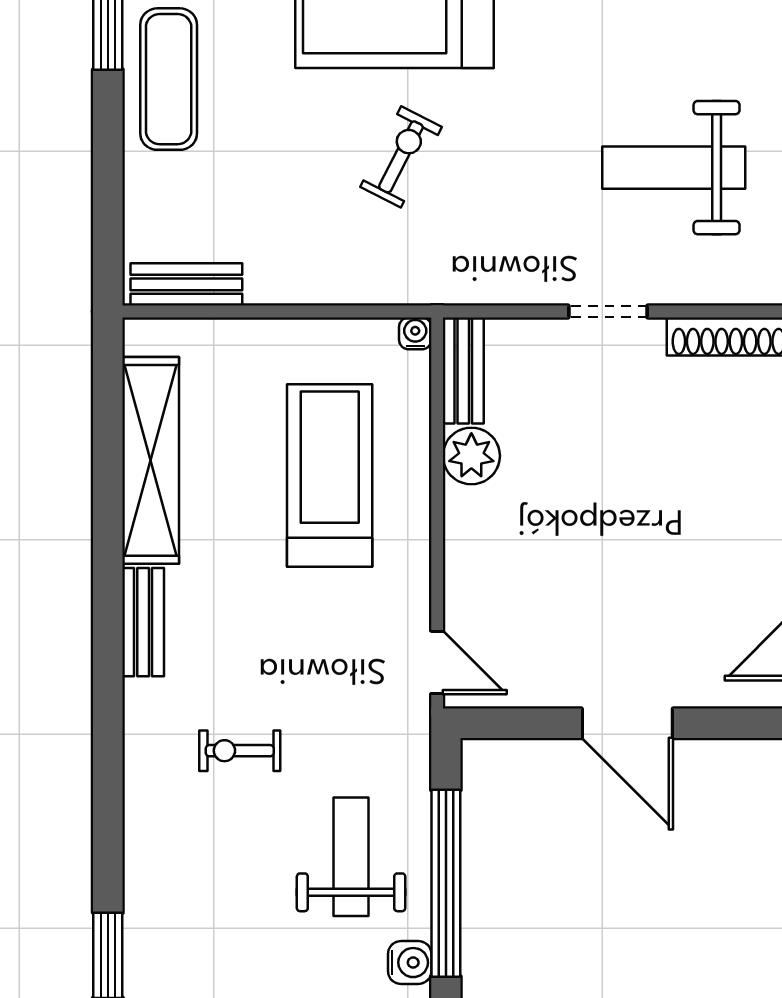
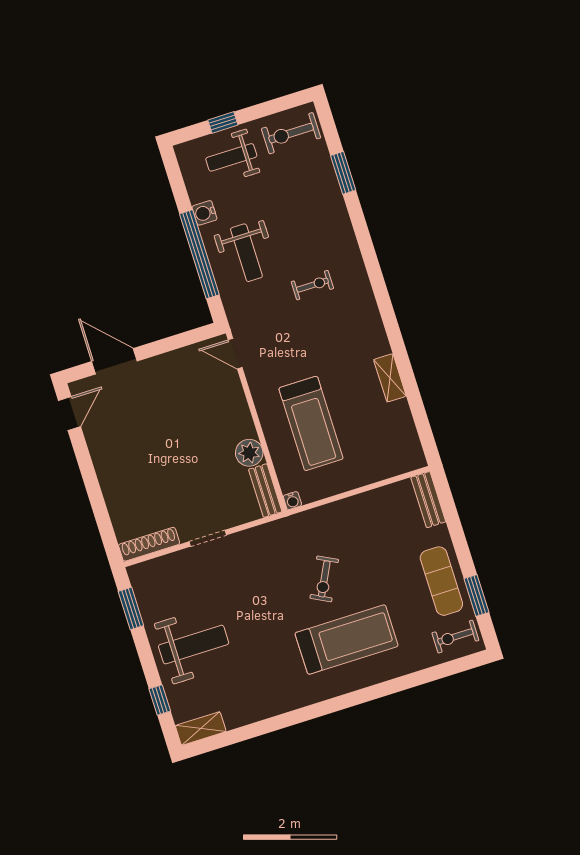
weight bench: (674, 168) -> (194, 645), moved
bench: (186, 284) -> (428, 500), moved, turned 90
shelving: (151, 460) -> (390, 378), width x0.45, depth x0.75
bench: (143, 622) -> (375, 330), removed
door: (627, 723) -> (114, 361), moved

